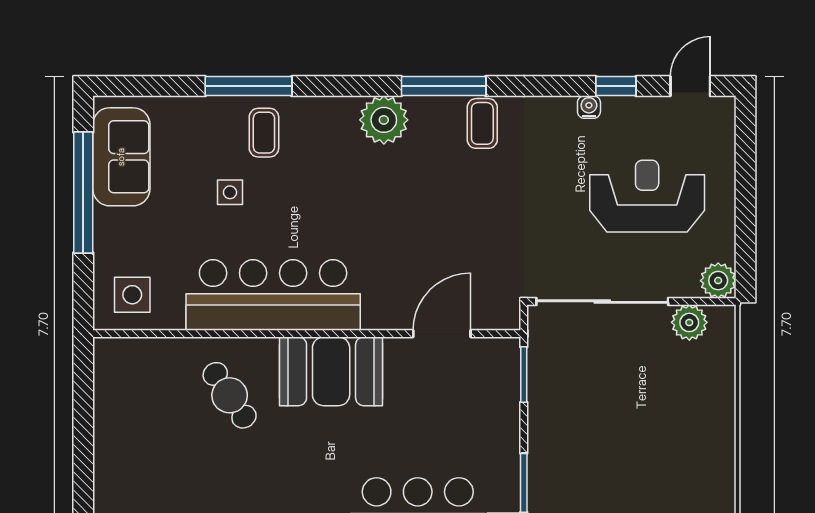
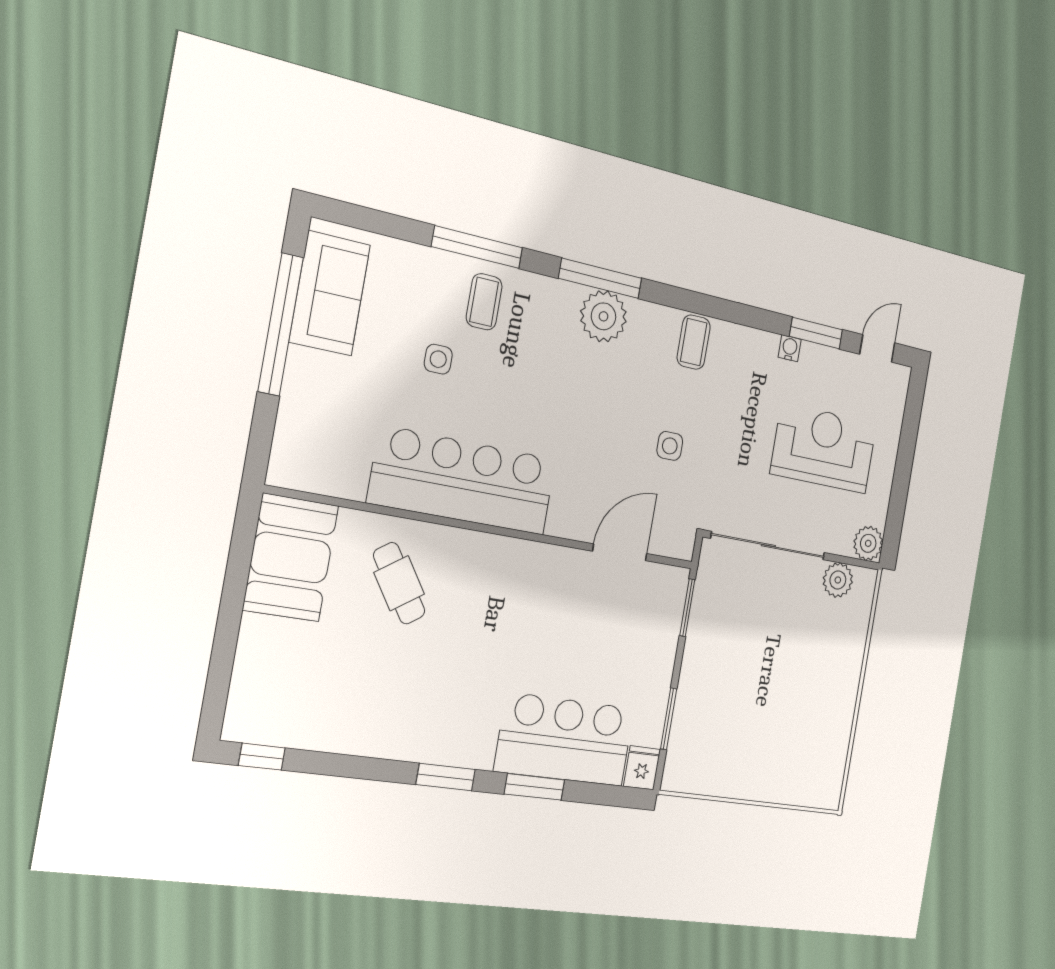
window: (444, 86) -> (600, 278), moved
window: (616, 86) -> (816, 333), width x1.50
side table: (132, 295) -> (670, 446), moved, width x0.73, depth x0.73
booth: (331, 371) -> (291, 558), moved, turned 90

